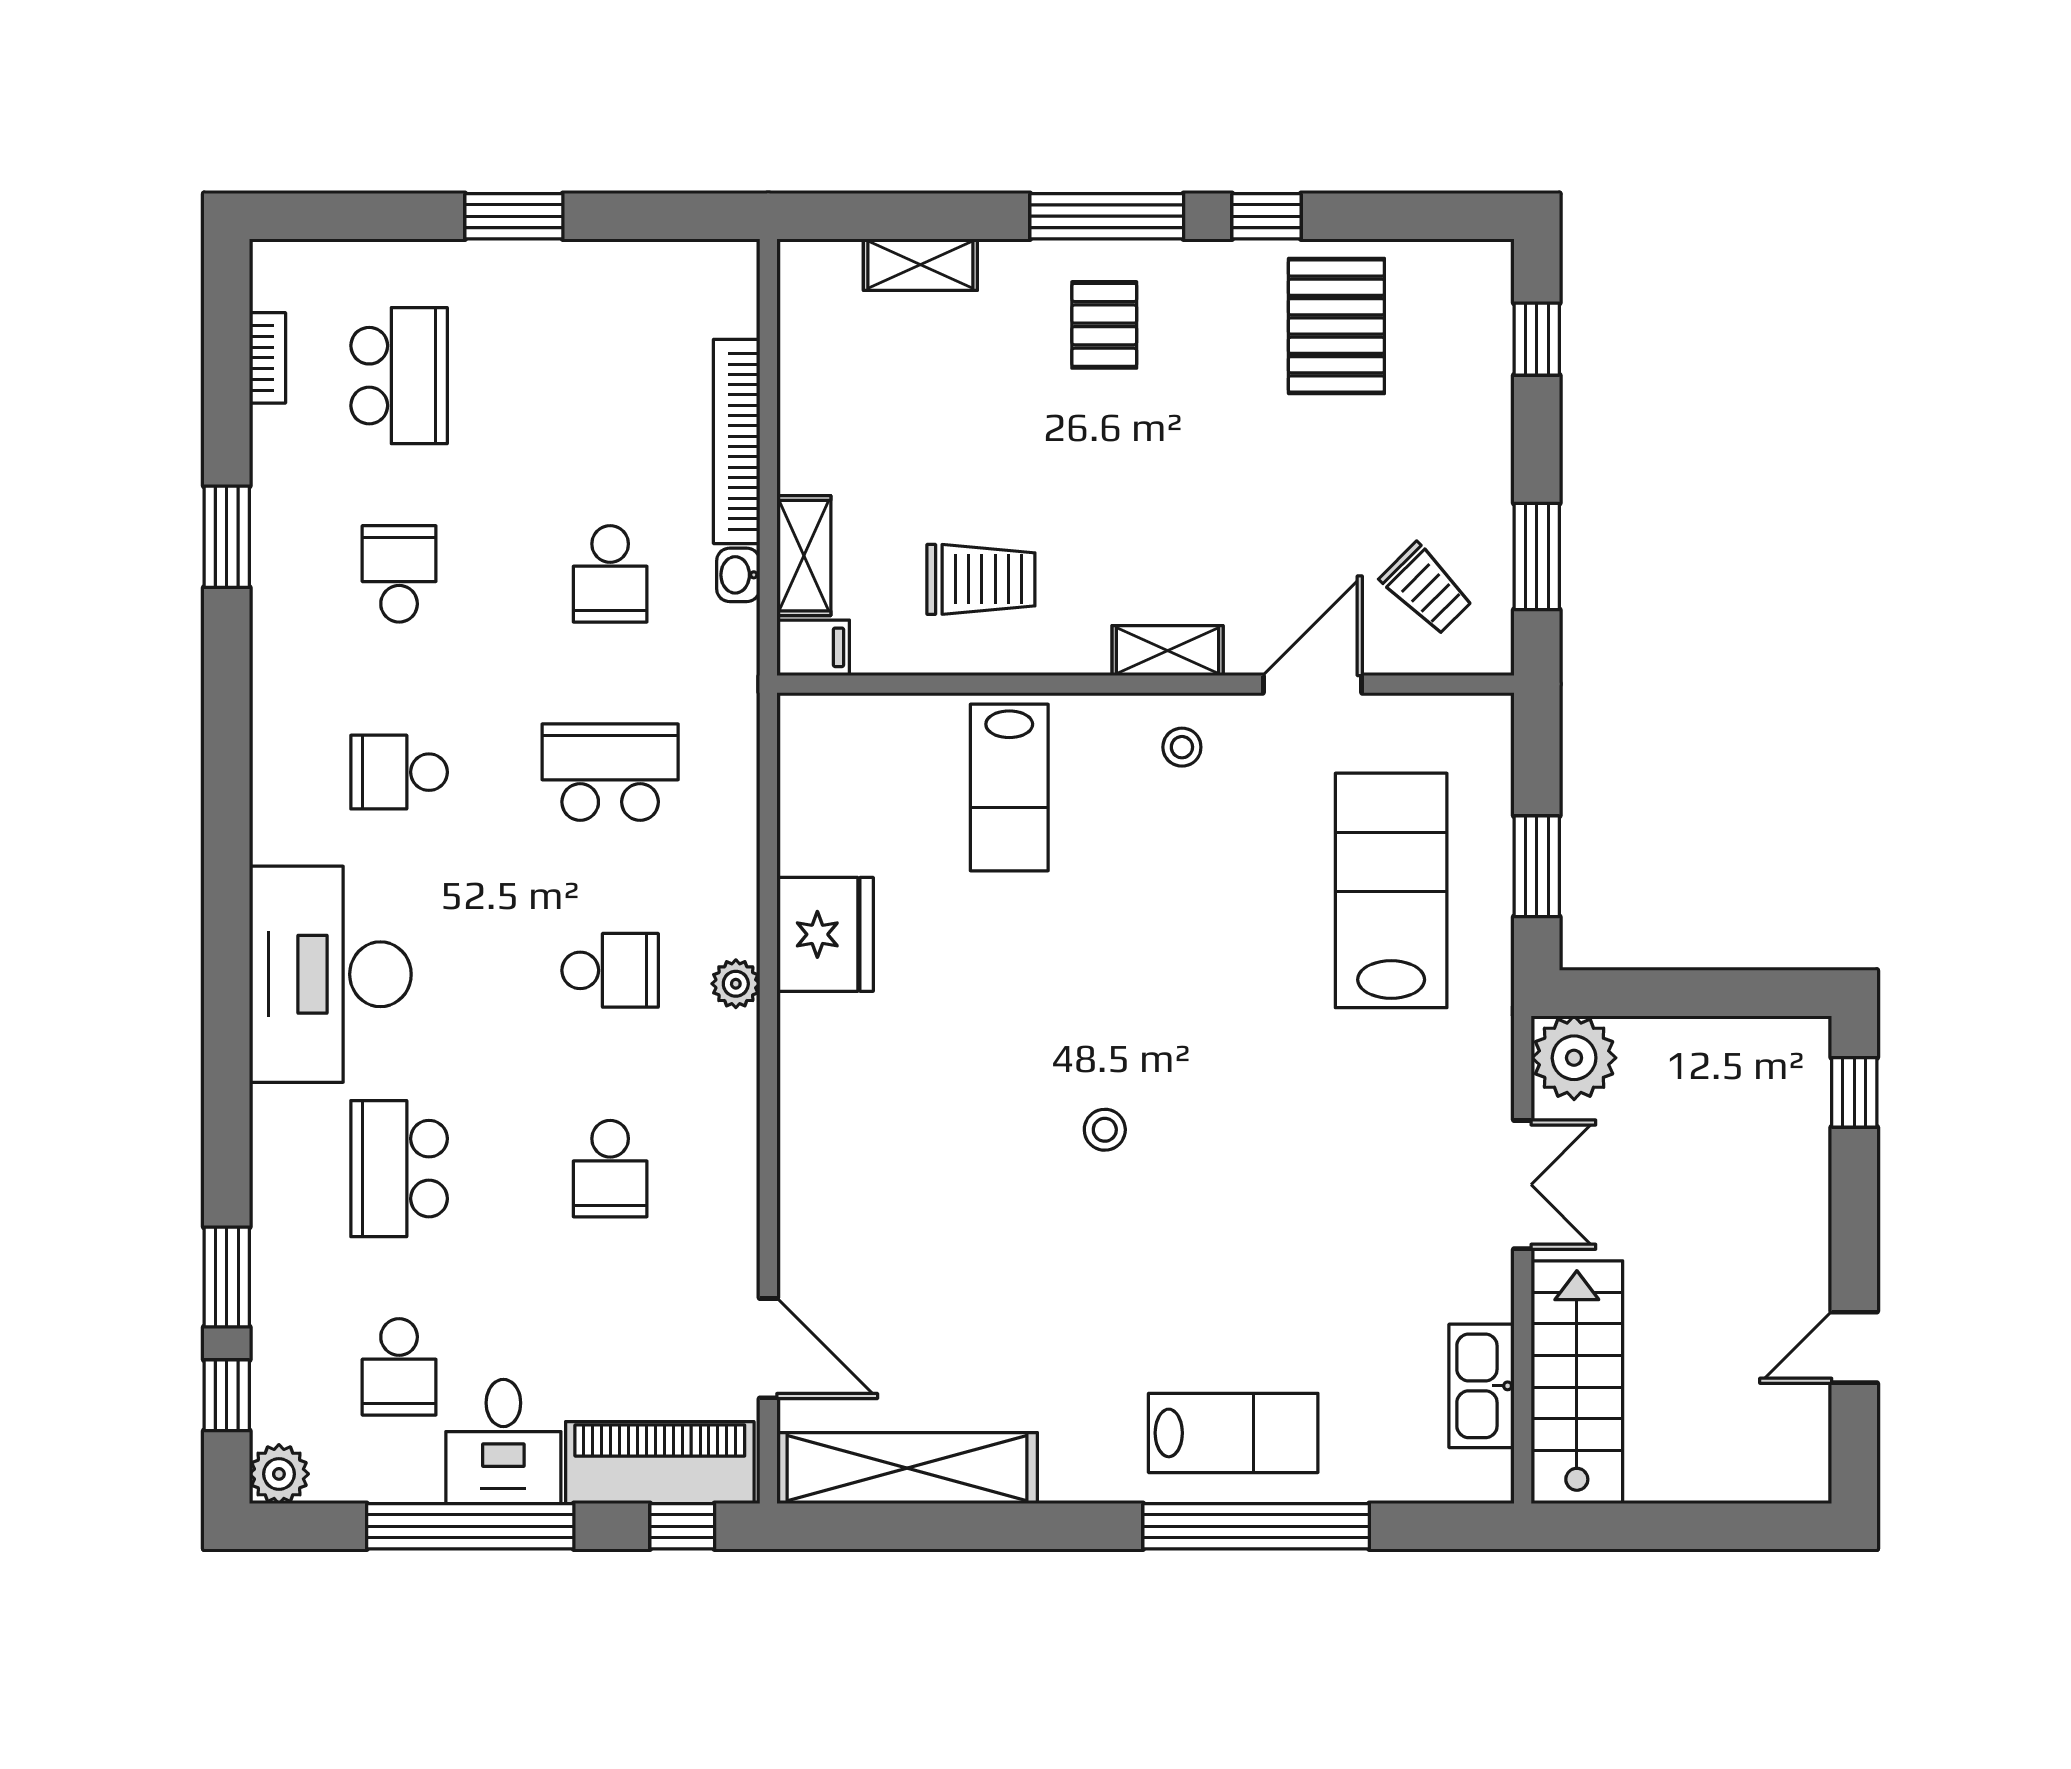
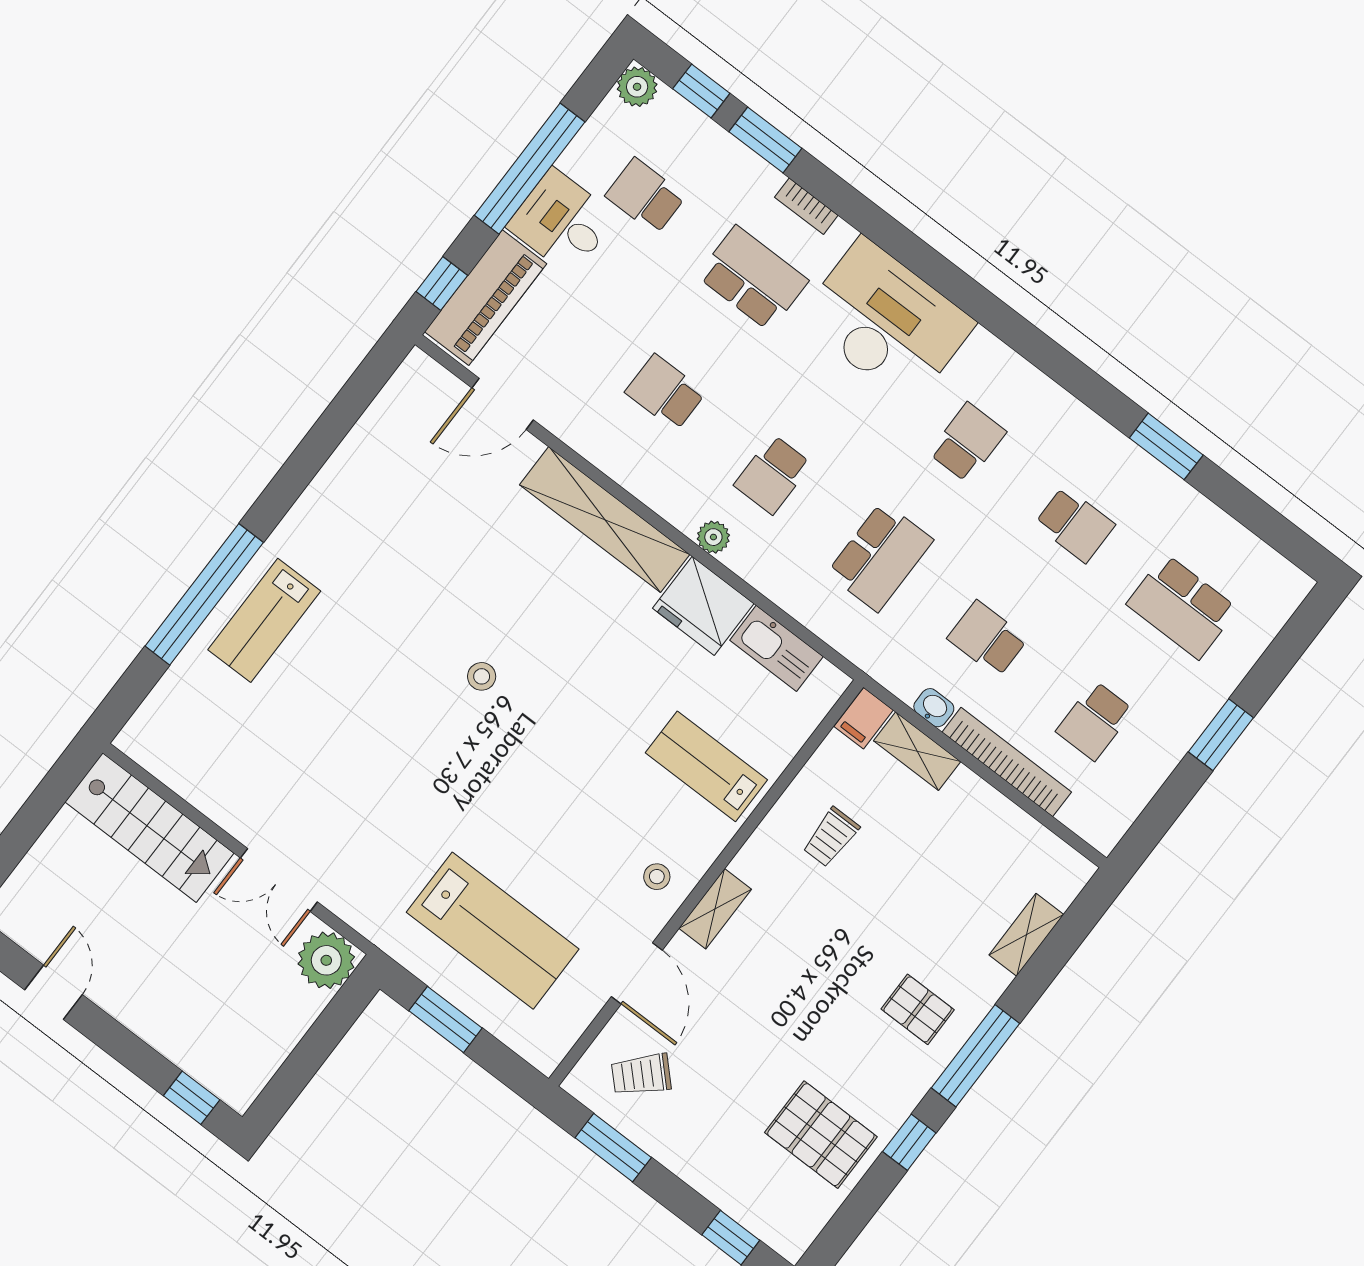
bookcase: (267, 358) -> (806, 206), moved
school desk: (610, 376) -> (1095, 721), added
trolley: (981, 579) -> (831, 837), width x0.73, depth x0.72
kitchen sink: (1481, 1386) -> (776, 648), moved, turned 180
shelving: (907, 1468) -> (605, 520), moved, turned 90

